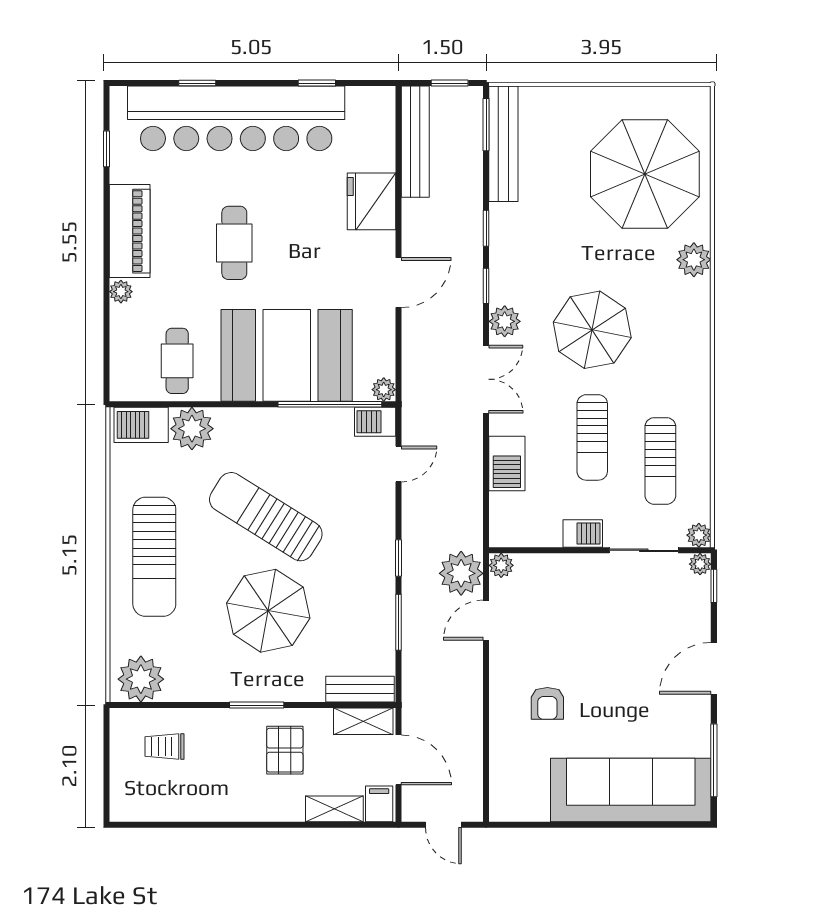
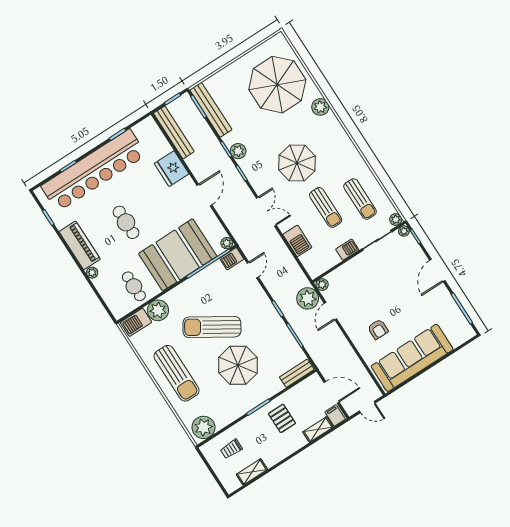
plant: (505, 321) -> (238, 151), moved
shelving: (363, 721) -> (252, 472), moved
sofa: (631, 790) -> (412, 358), moved

